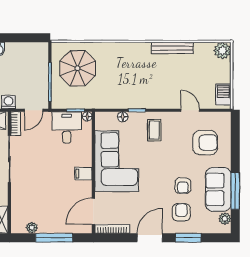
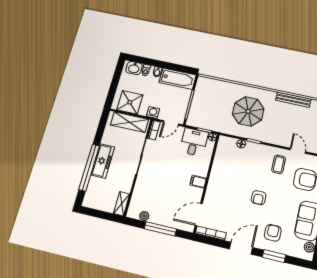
bathtub: (27, 52) -> (178, 79), added
parasol: (78, 68) -> (248, 111), moved
coffee table: (154, 130) -> (279, 164), moved
corner sofa: (117, 161) -> (228, 178), removed
armchair: (183, 186) -> (259, 198), moved

